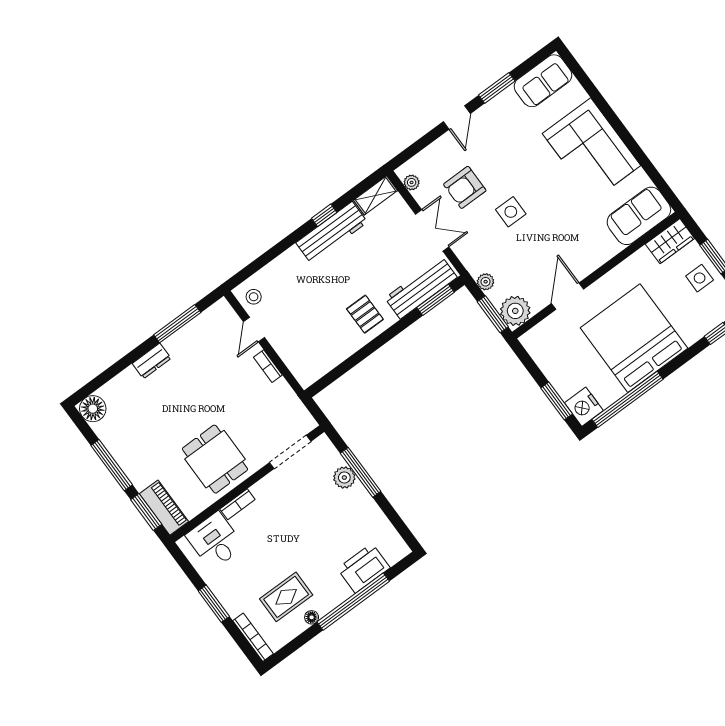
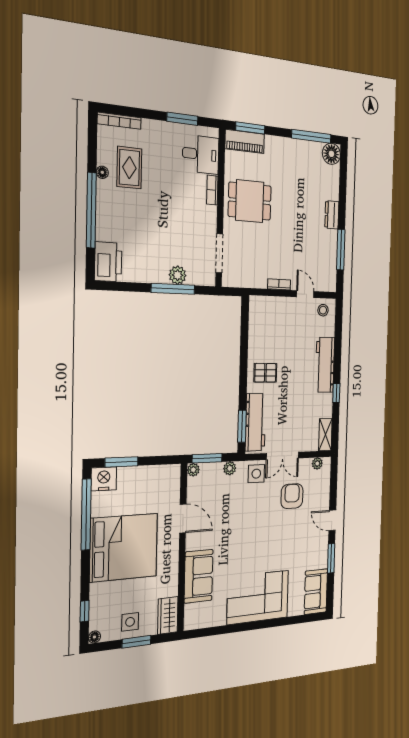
side table: (511, 212) -> (256, 474), moved
sofa: (639, 216) -> (199, 576), moved
workbench: (332, 233) -> (325, 365), moved
plant: (515, 311) -> (193, 470), width x0.53, depth x0.53
window: (112, 465) -> (311, 136), moved
printer: (364, 568) -> (108, 262), moved
window: (214, 604) -> (182, 119), moved

